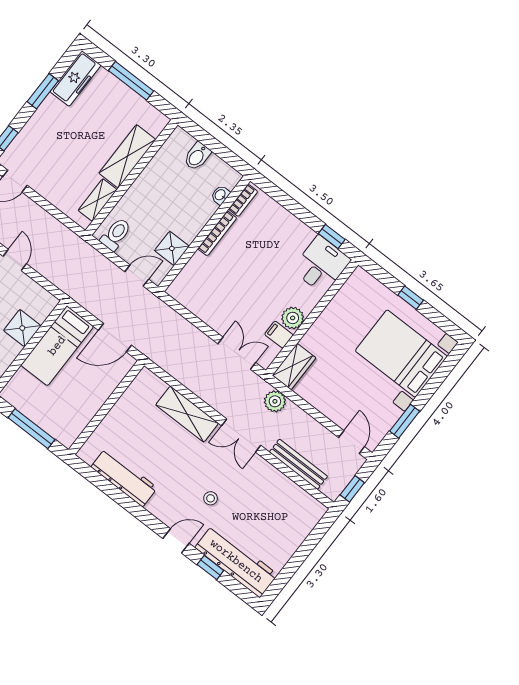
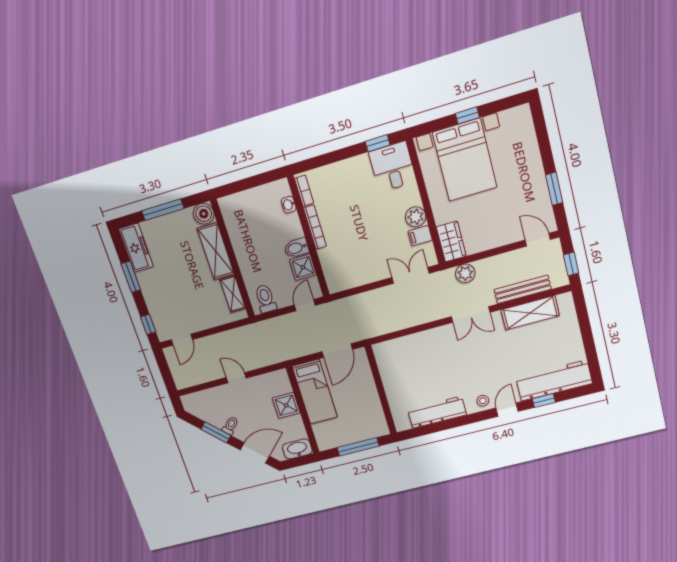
boiler: (155, 122) -> (204, 214), added
bidet: (197, 156) -> (296, 248), moved, turned 90
bed with nightstands: (401, 354) -> (465, 160), moved, turned -90
shelving: (187, 414) -> (530, 313), moved
stool: (211, 498) -> (483, 401), moved

